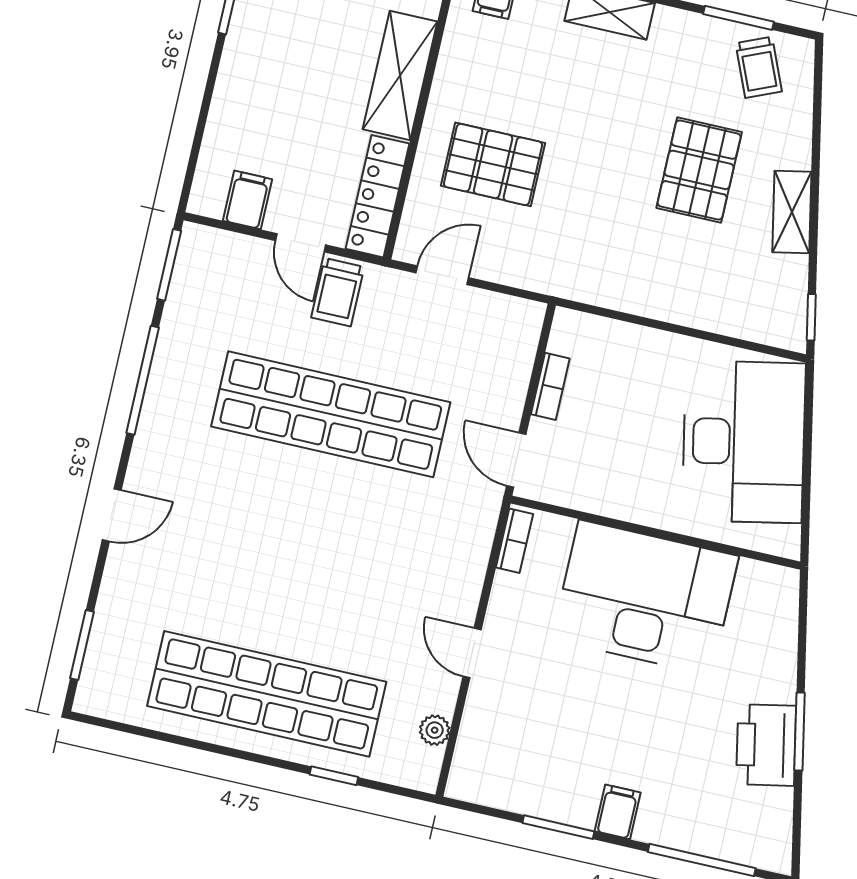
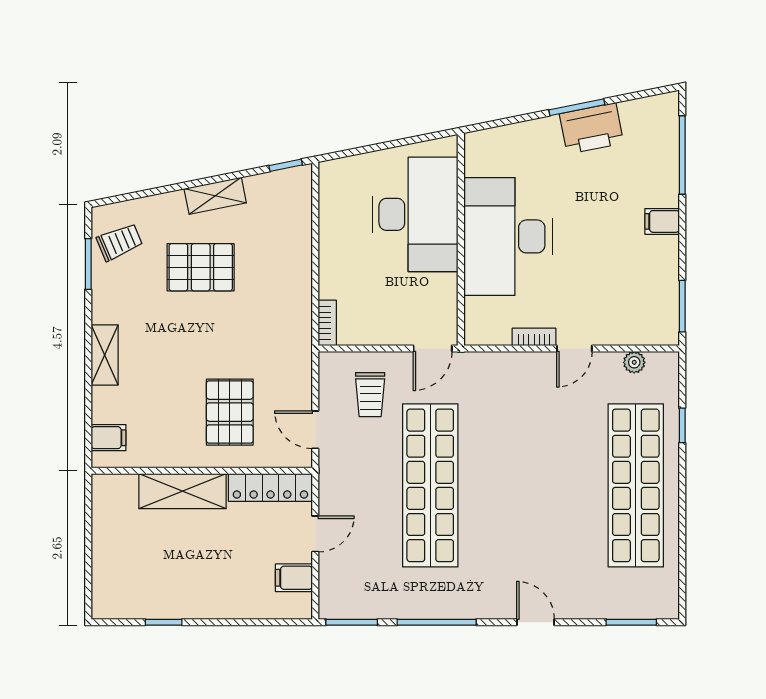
trolley: (338, 292) -> (370, 395), moved, turned 90
bookcase: (550, 386) -> (327, 323), moved, turned 90
desk: (744, 442) -> (415, 214), moved, turned 101
bookcase: (514, 541) -> (534, 337), moved
window: (558, 827) -> (682, 306), moved

